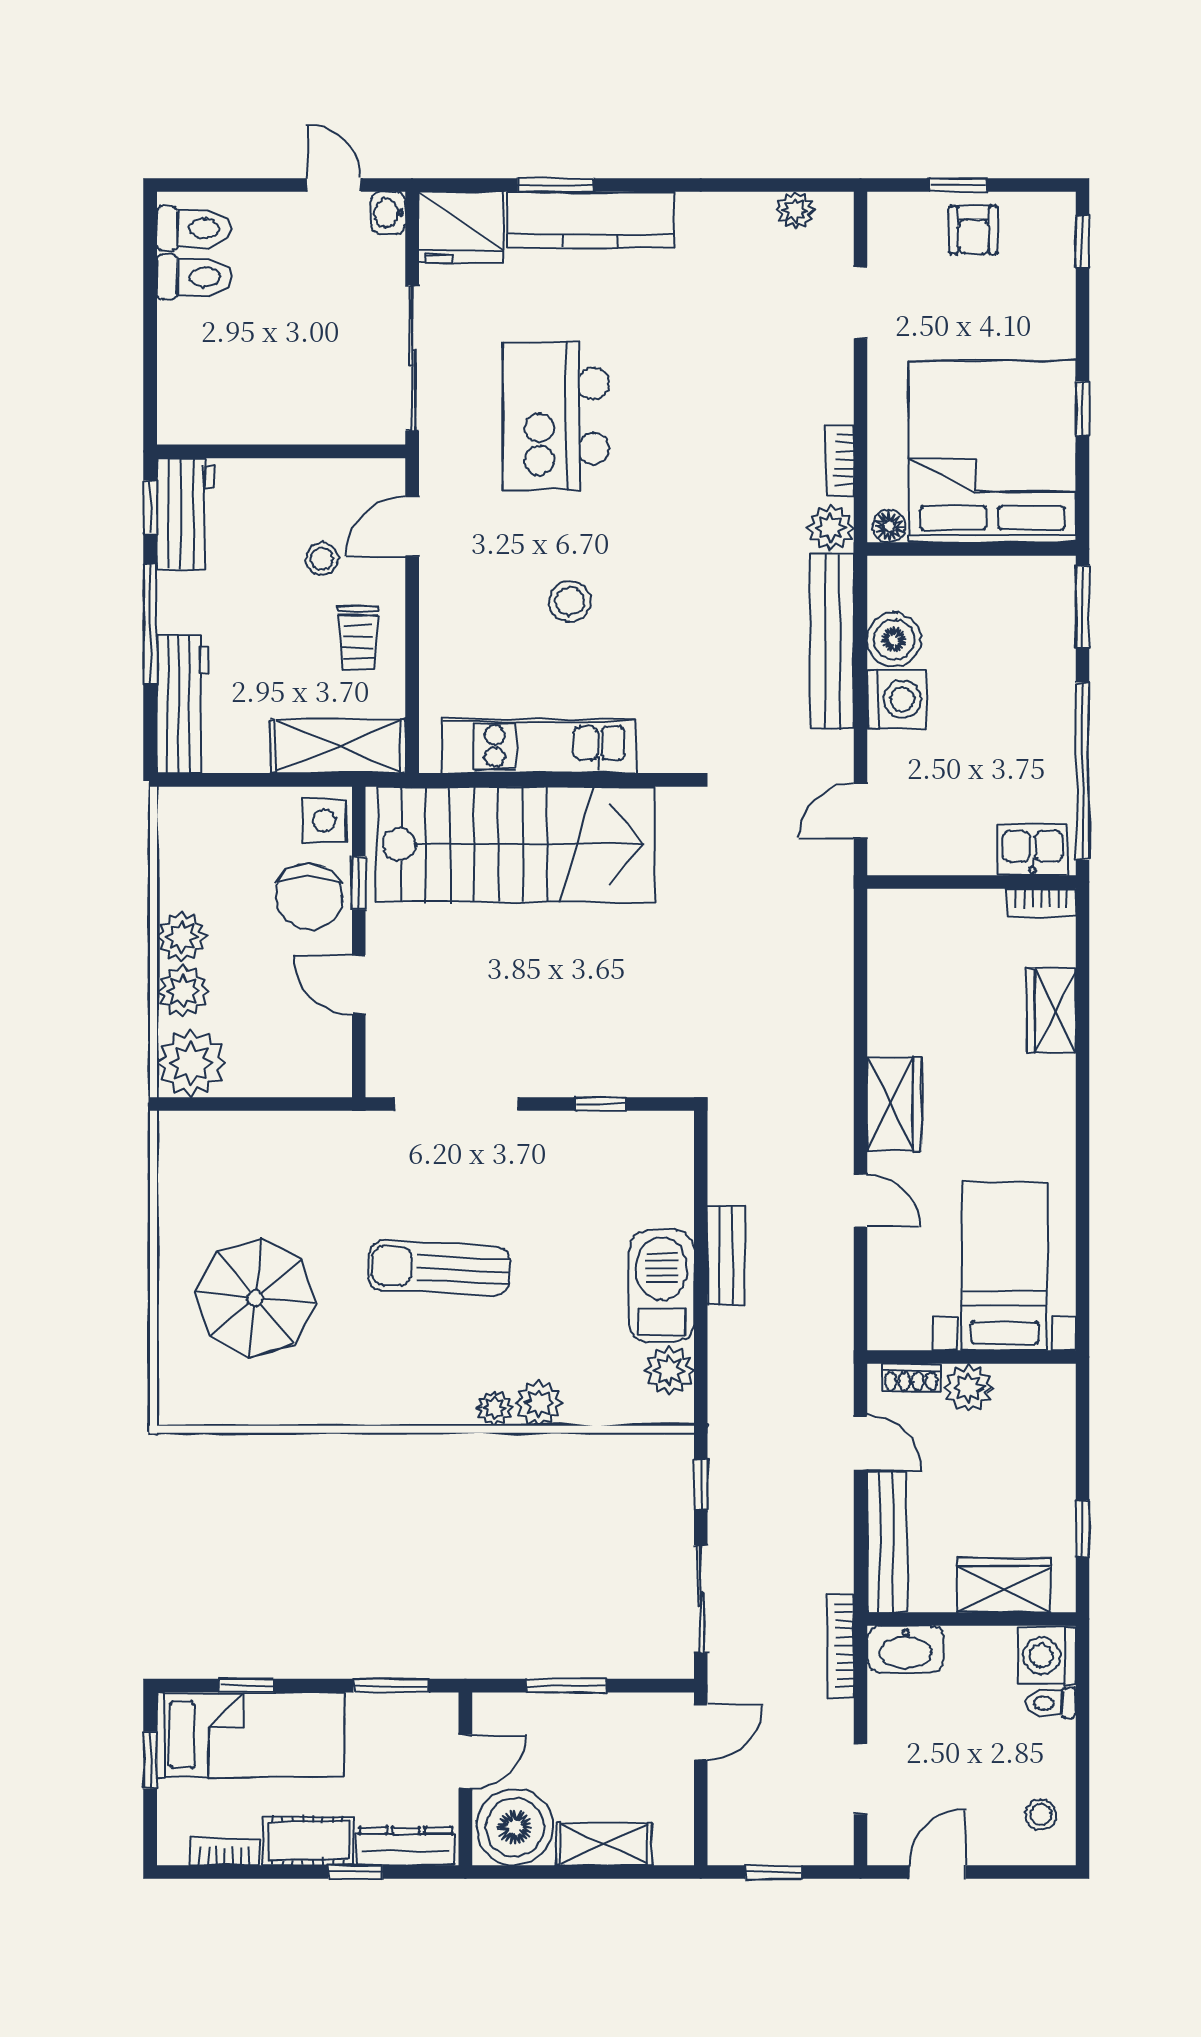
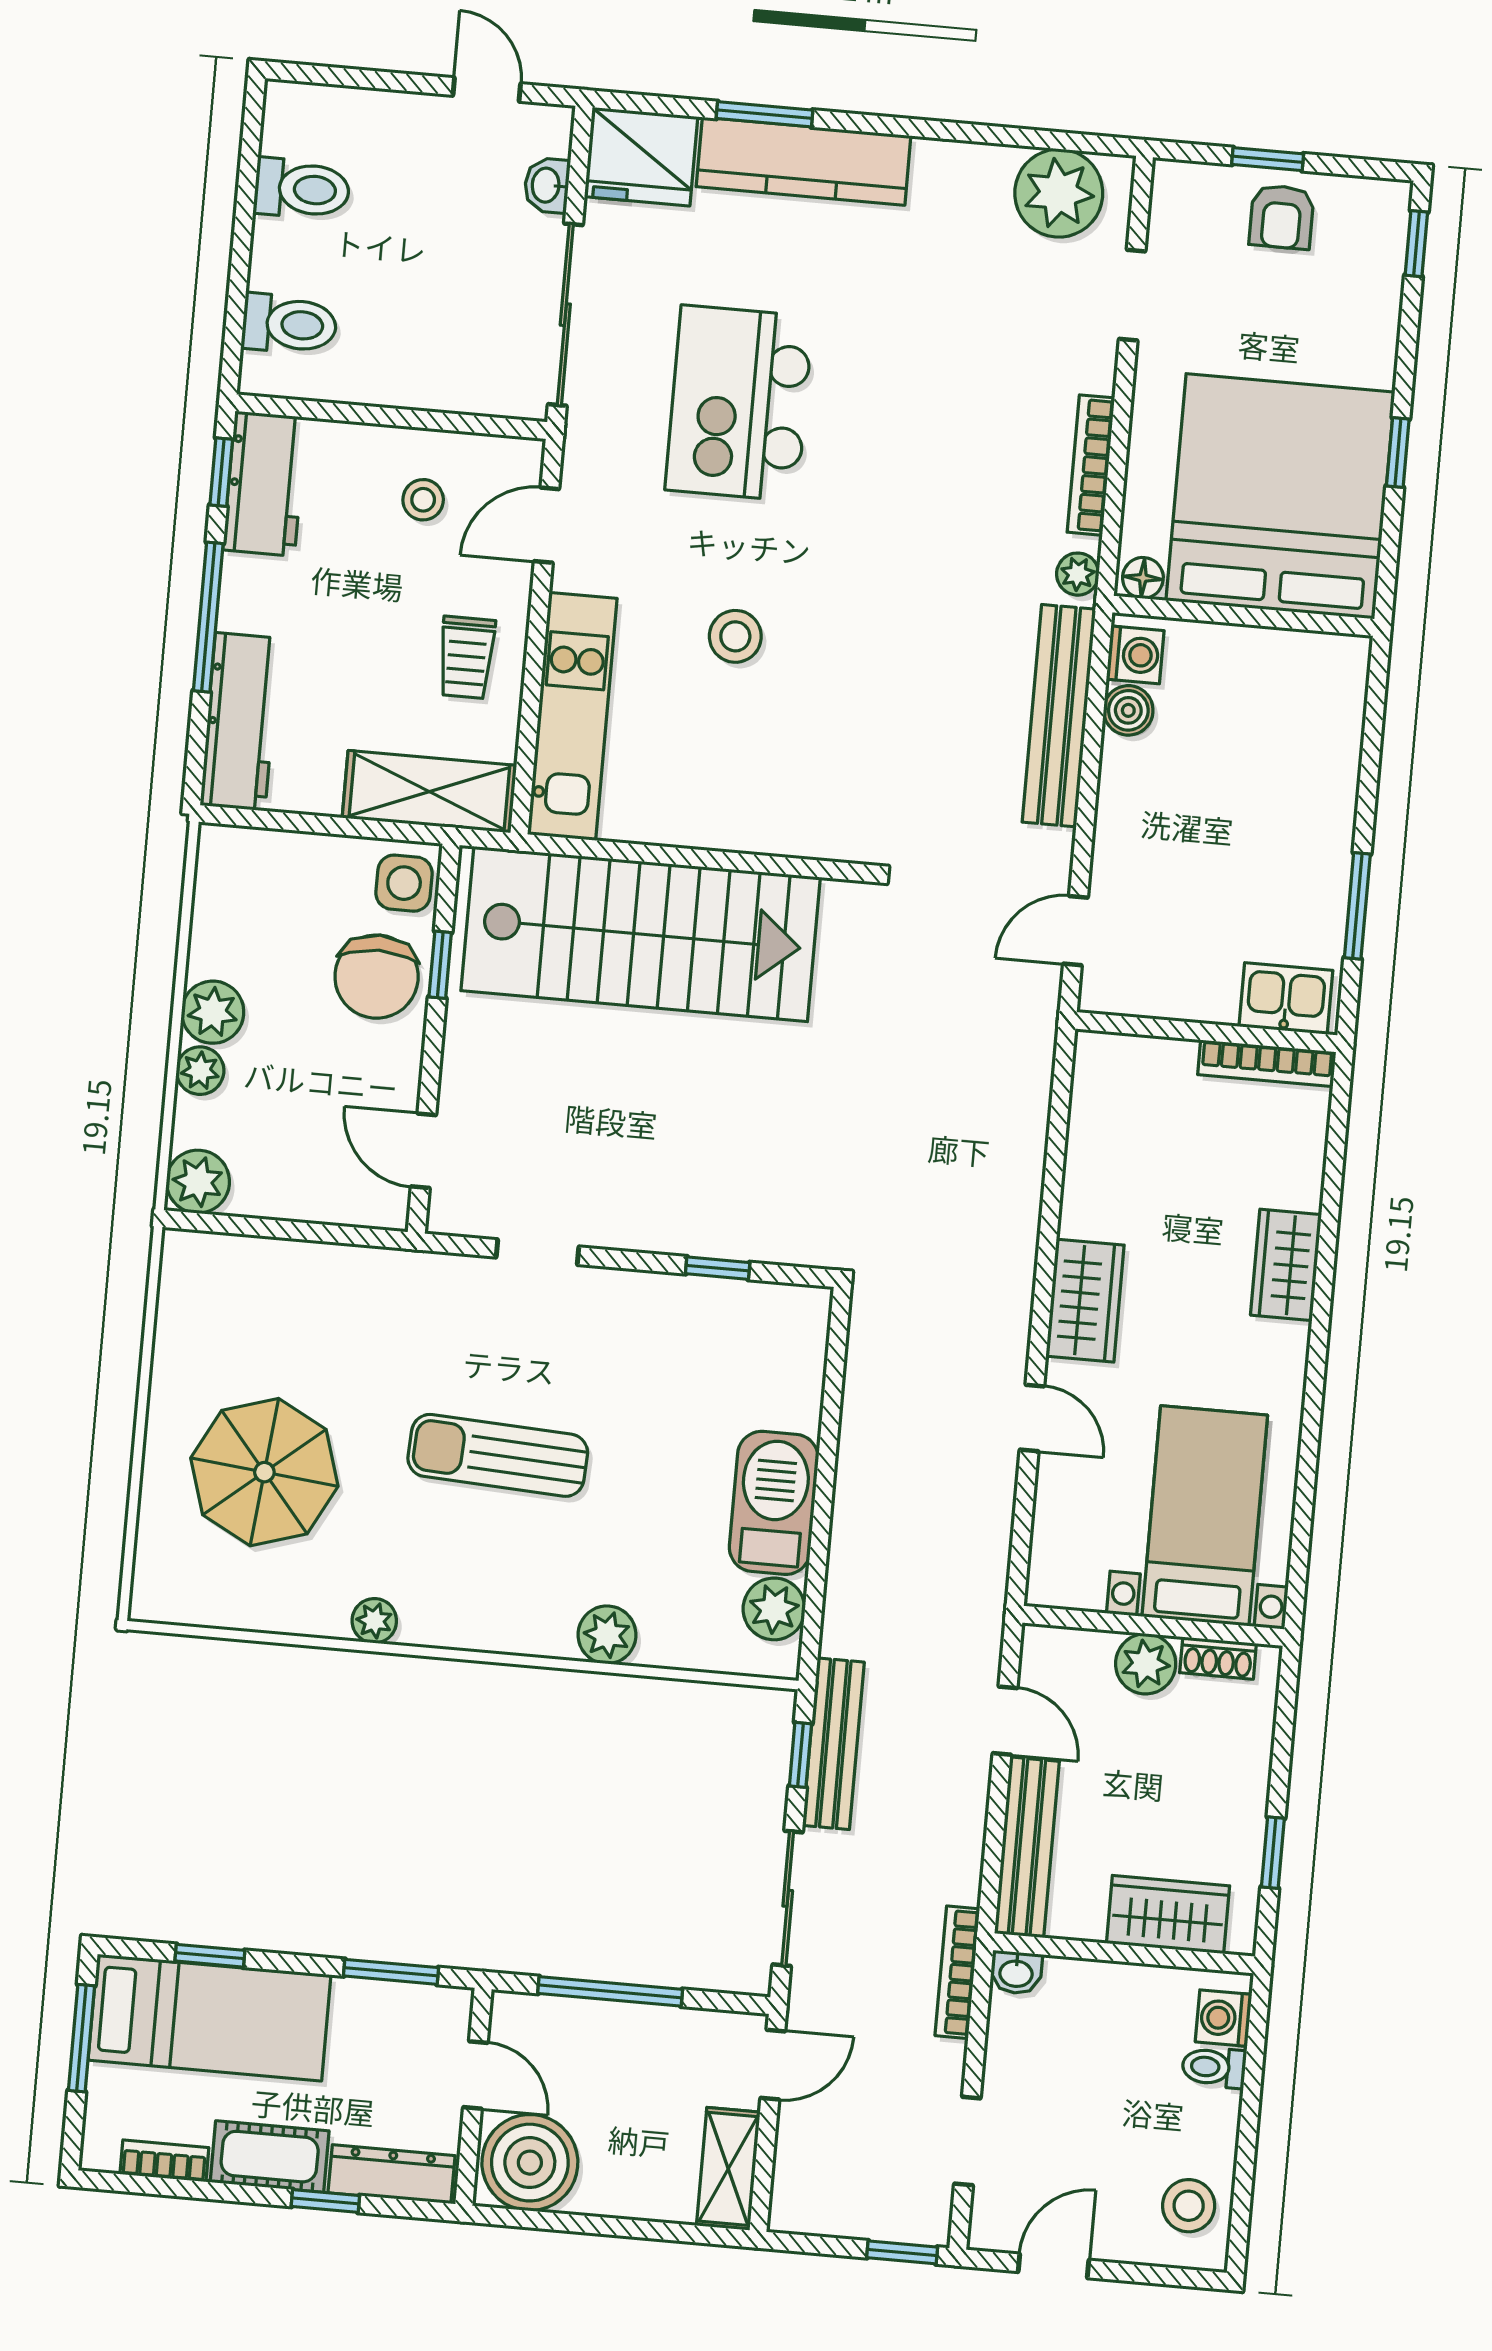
plant: (795, 210) -> (1059, 193), width x1.88, depth x1.88
washbasin: (388, 213) -> (547, 185), moved
toilet: (194, 228) -> (289, 324), moved
bookcase: (840, 460) -> (1091, 465), width x1.56
plant: (831, 528) -> (1078, 574), width x0.73, depth x0.73
stool: (322, 559) -> (423, 500), moved
window: (1082, 607) -> (1376, 700), removed
boiler: (894, 639) -> (1128, 710), width x0.73, depth x0.73
washing machine: (896, 699) -> (1135, 655), moved, width x0.73, depth x0.73
kitchen unit: (539, 746) -> (572, 716), moved, turned 90
window: (1082, 771) -> (1357, 906), width x0.47
bookcase: (1041, 903) -> (1267, 1063), width x1.56
door: (359, 984) -> (424, 1151), moved
plant: (183, 991) -> (200, 1071), width x0.73, depth x0.73
wardrobe: (1051, 1011) -> (1286, 1265), moved
plant: (191, 1063) -> (198, 1182), width x0.73, depth x0.73
doorway: (456, 1104) -> (538, 1252), width x0.53
bench: (726, 1255) -> (833, 1744), moved, width x1.36
shoe rack: (911, 1378) -> (1218, 1658), moved
plant: (494, 1408) -> (374, 1621), moved
washbasin: (906, 1649) -> (1016, 1973), width x0.52, depth x0.69
washing machine: (1047, 1656) -> (1223, 2018), width x0.73, depth x0.73
window: (566, 1686) -> (610, 1991), width x1.44
window: (150, 1760) -> (81, 2038), width x1.50
door: (465, 1762) -> (475, 2075), hinge flipped
stool: (1041, 1815) -> (1189, 2206), width x1.37, depth x1.37
shelving: (604, 1844) -> (728, 2169), moved, turned 90
window: (773, 1872) -> (902, 2252), moved

